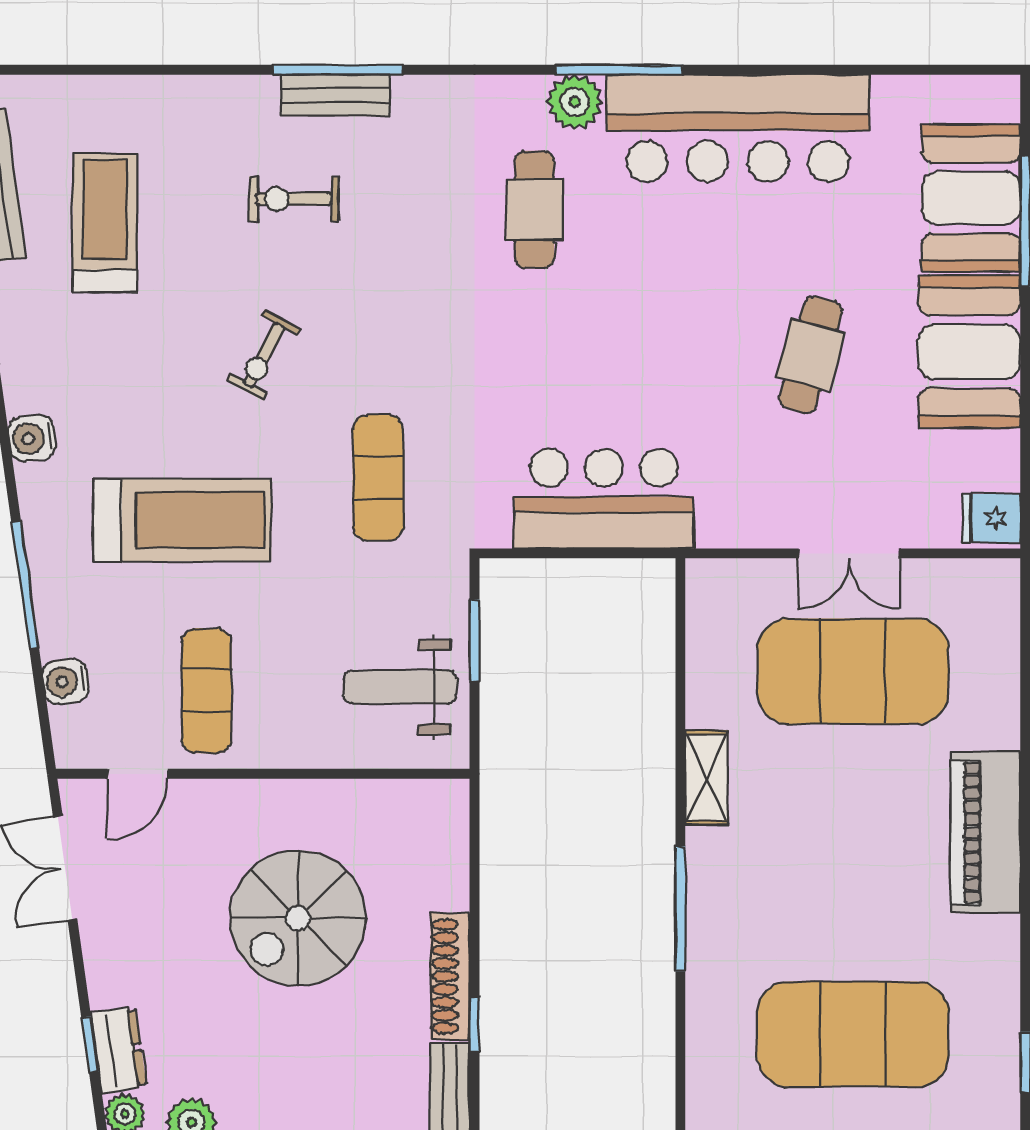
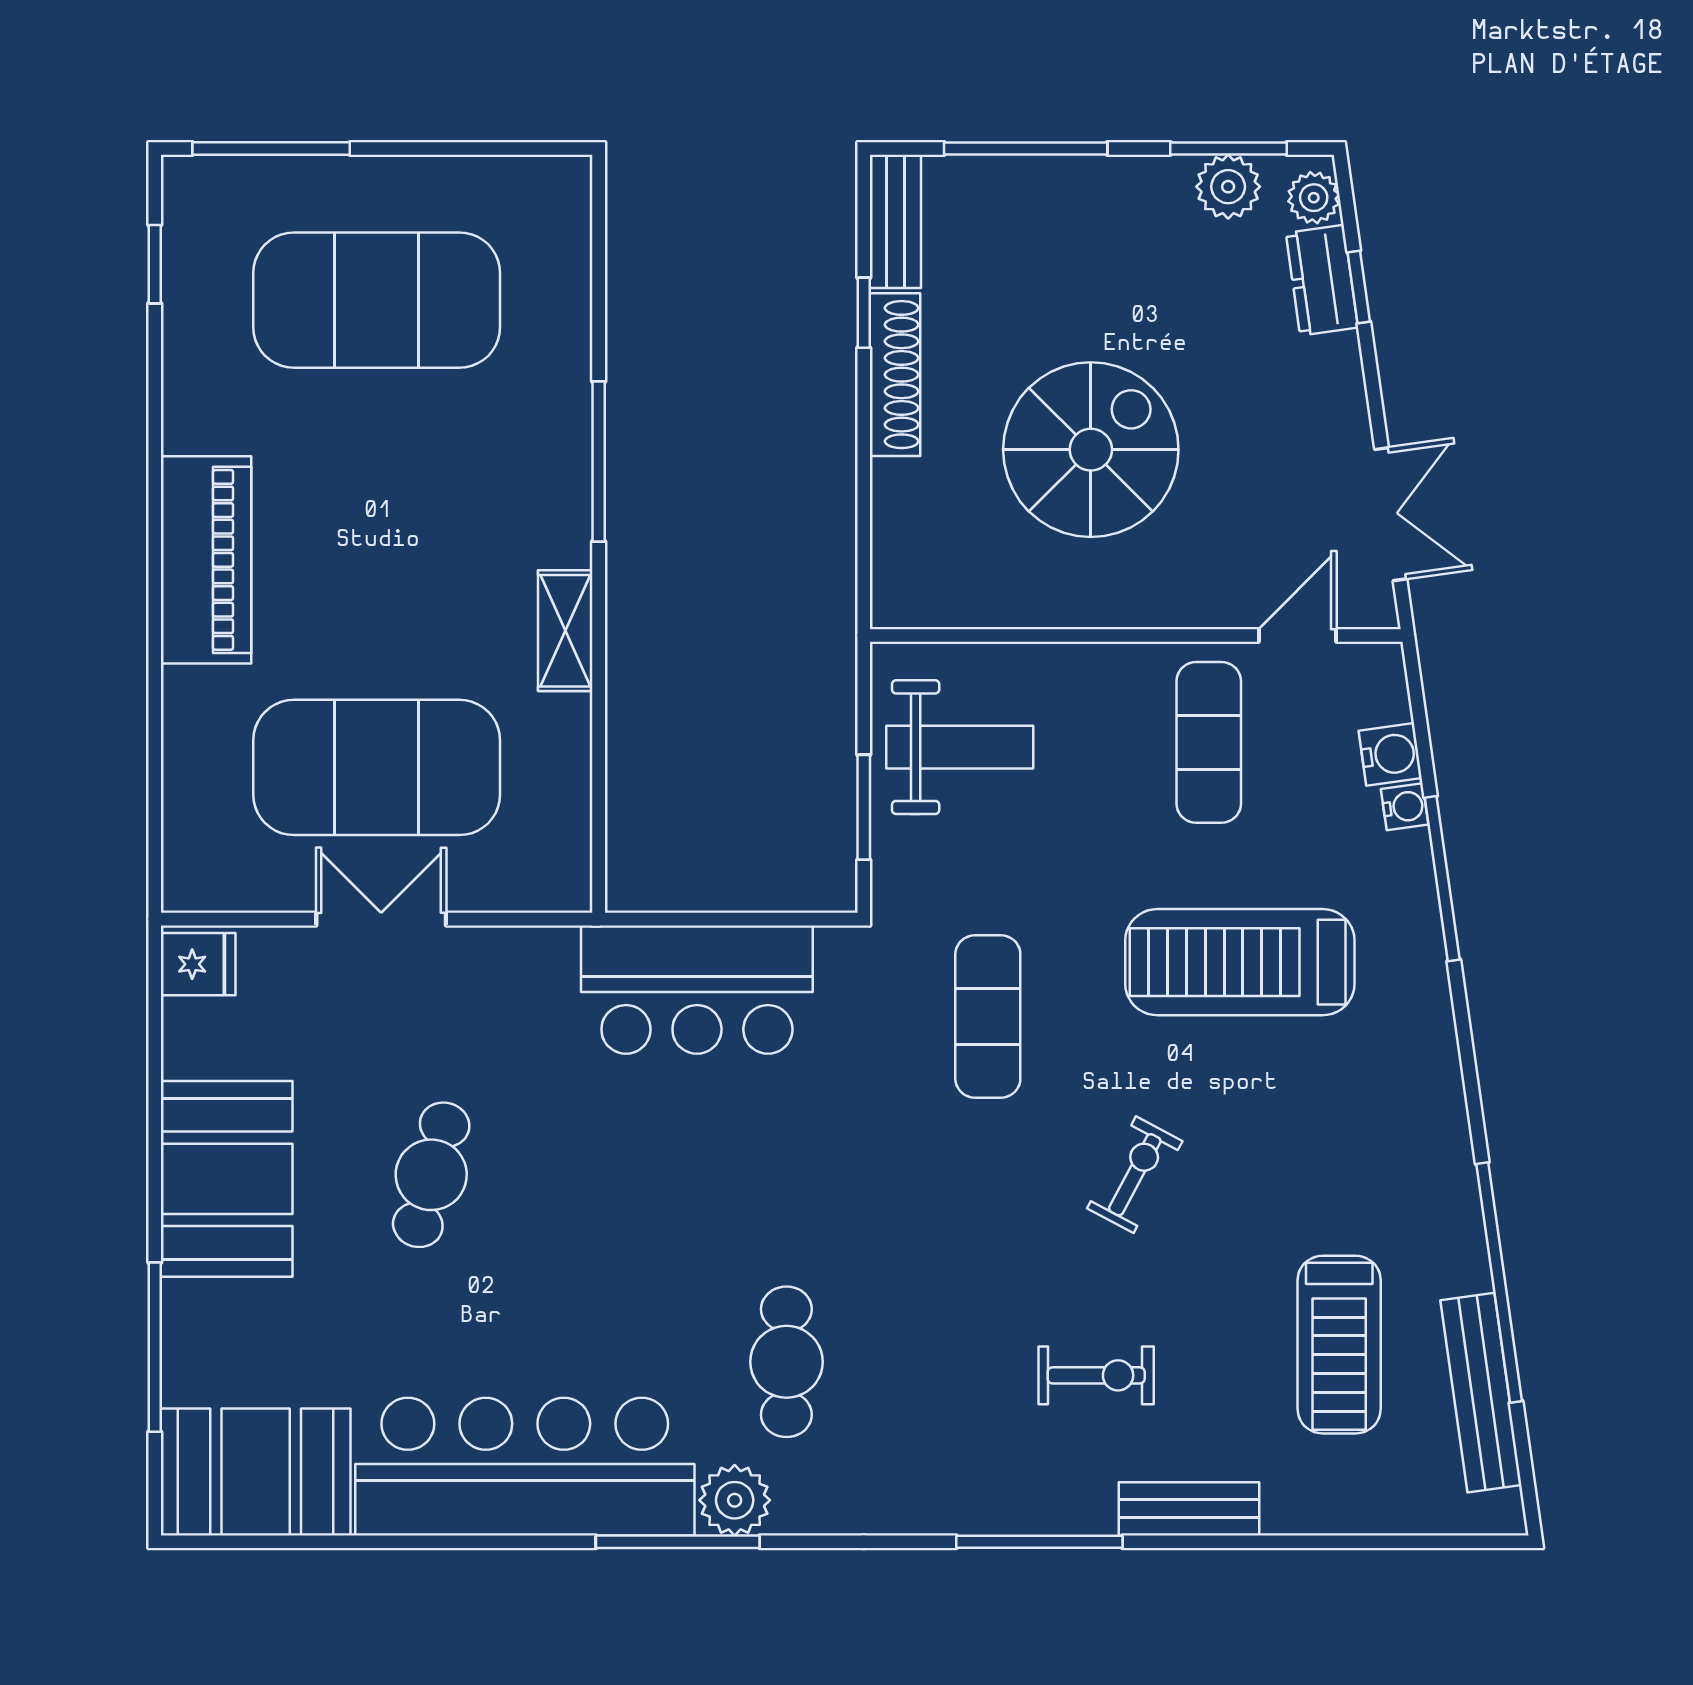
bench: (335, 95) -> (1189, 1509), moved
booth: (971, 198) -> (256, 1472), moved, turned 90
water cooler: (32, 438) -> (1405, 807), moved, width x0.72, depth x0.72

